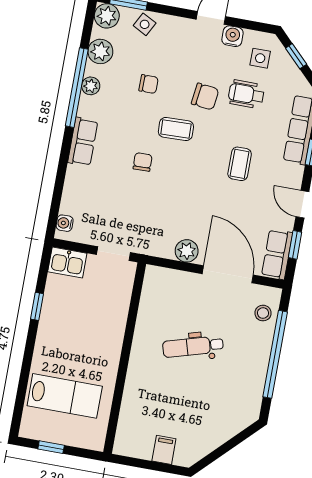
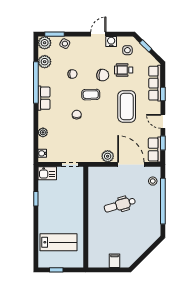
plant: (91, 86) -> (43, 132), moved
row of seats: (83, 142) -> (44, 98), moved
coffee table: (240, 164) -> (127, 106), width x1.86, depth x1.72

